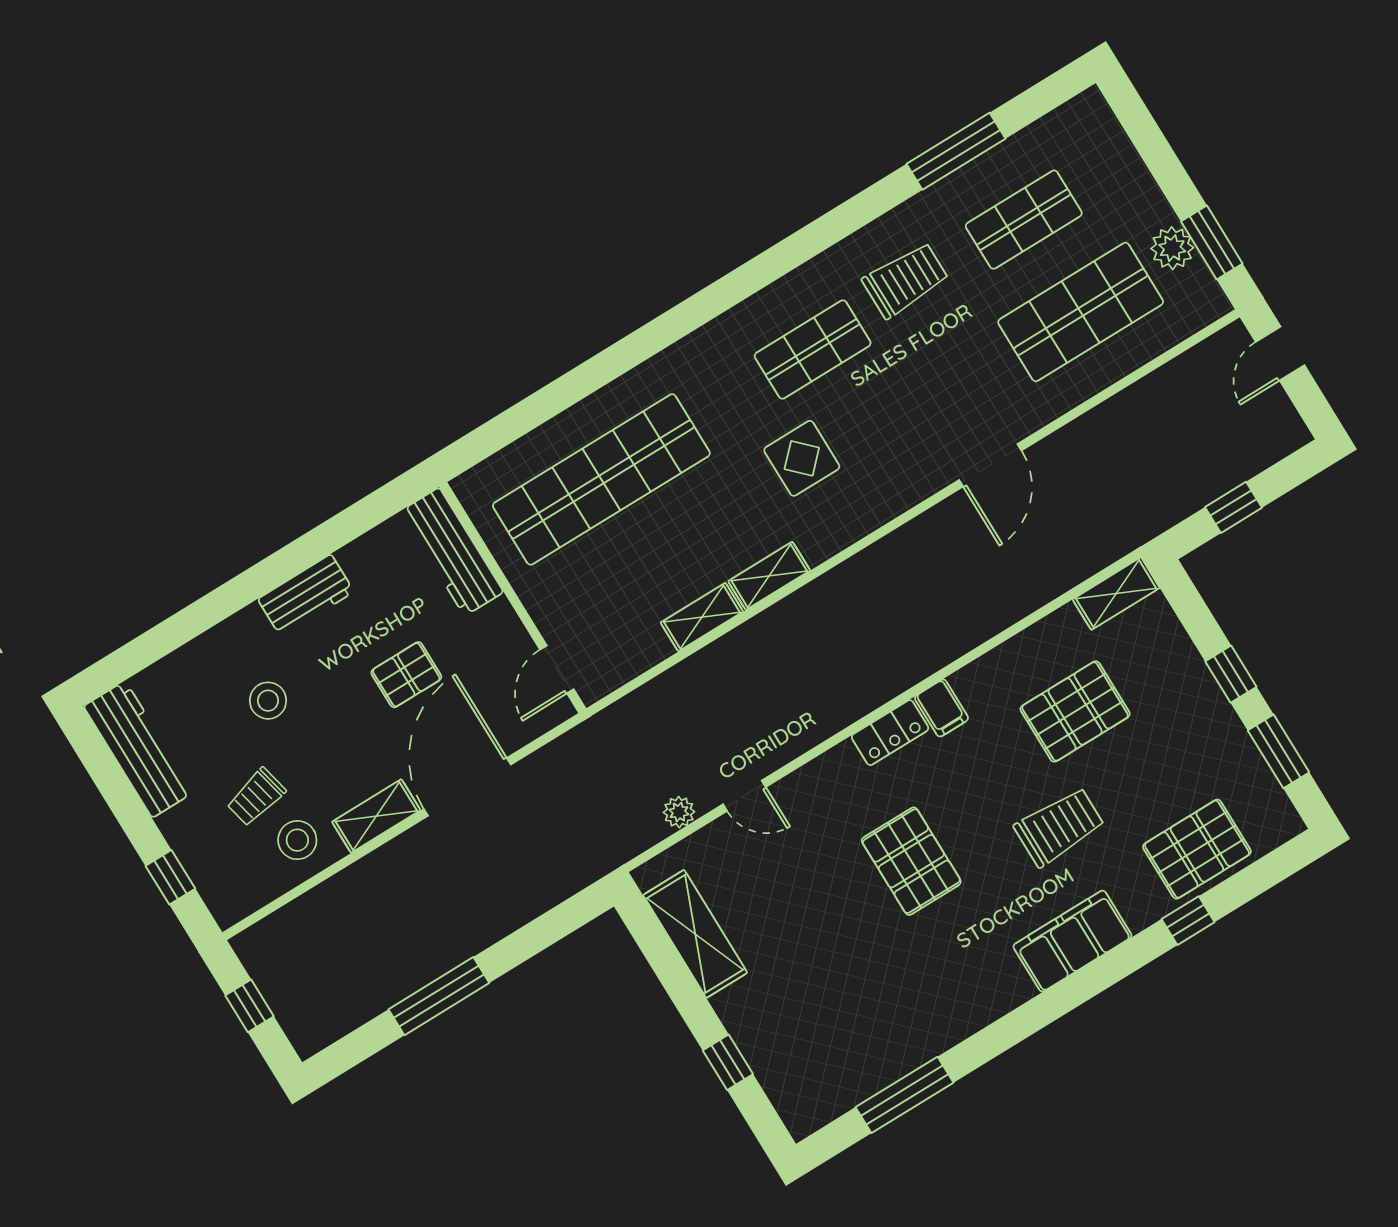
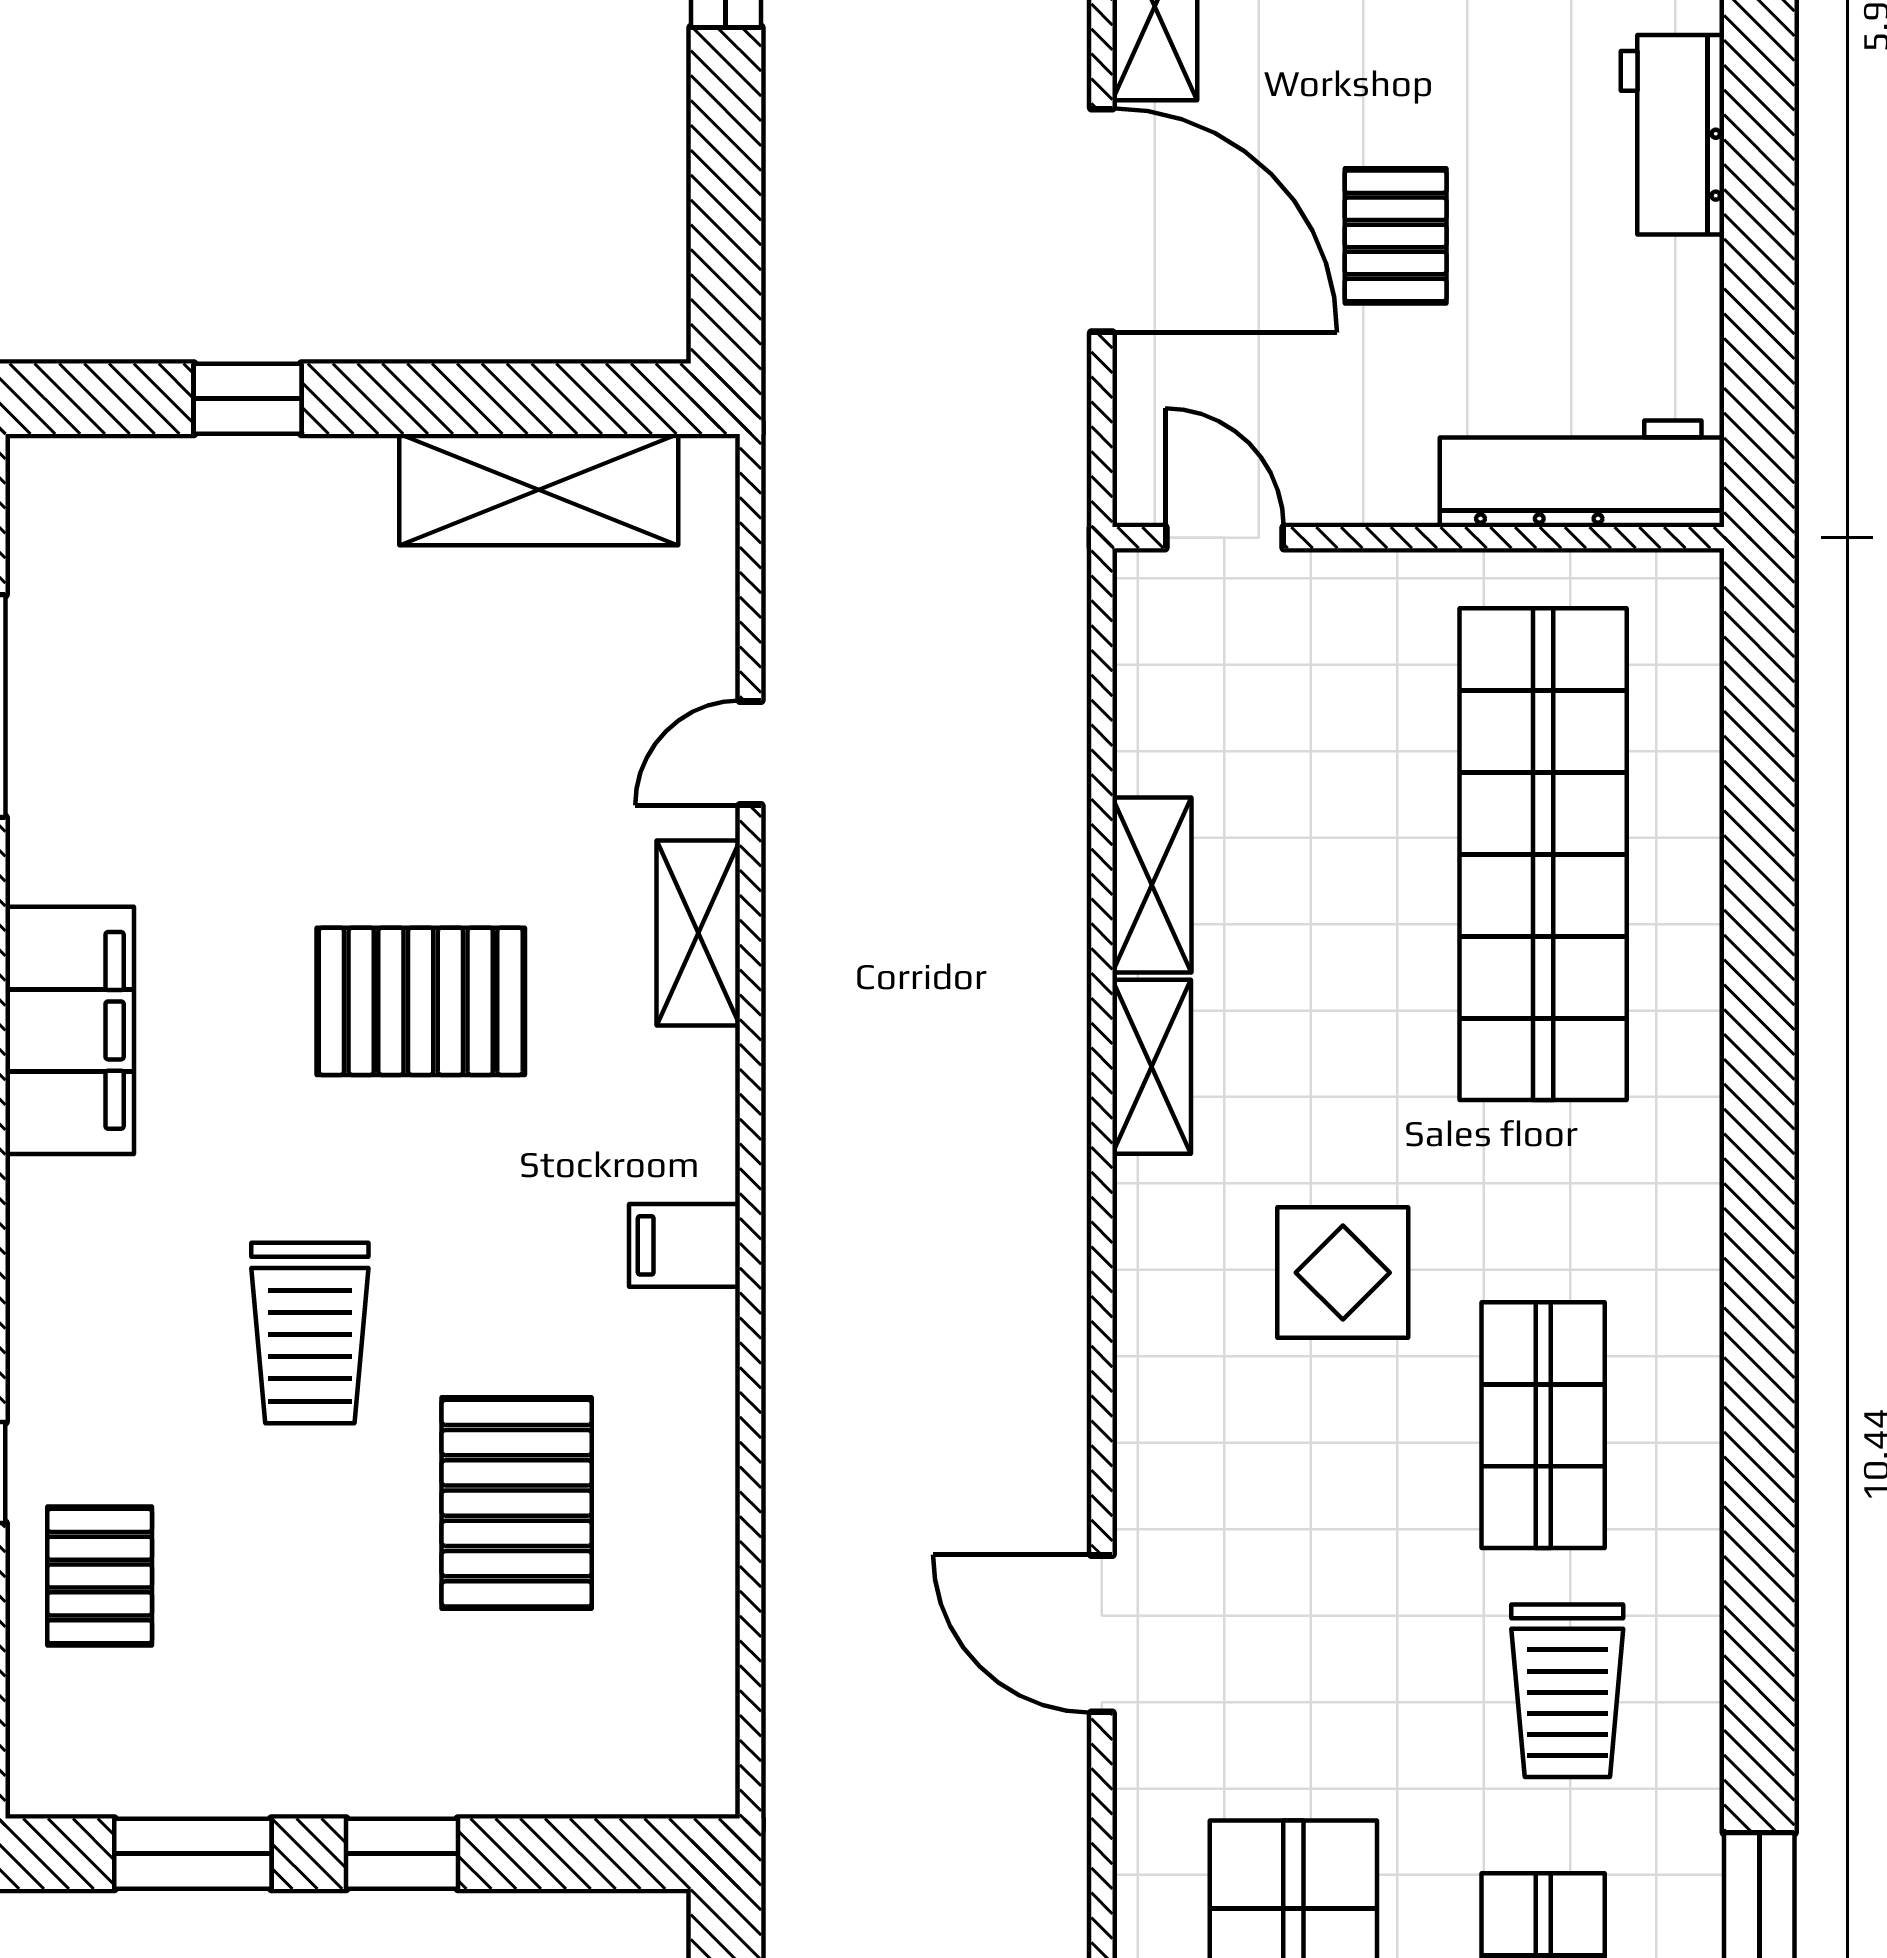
shelving: (1116, 594) -> (698, 933), moved
locker: (890, 733) -> (699, 1115), removed
plant: (679, 812) -> (797, 605), removed
pallet: (1197, 849) -> (100, 1576), width x0.67, depth x0.71
filing cabinet: (1072, 941) -> (70, 1030), moved

